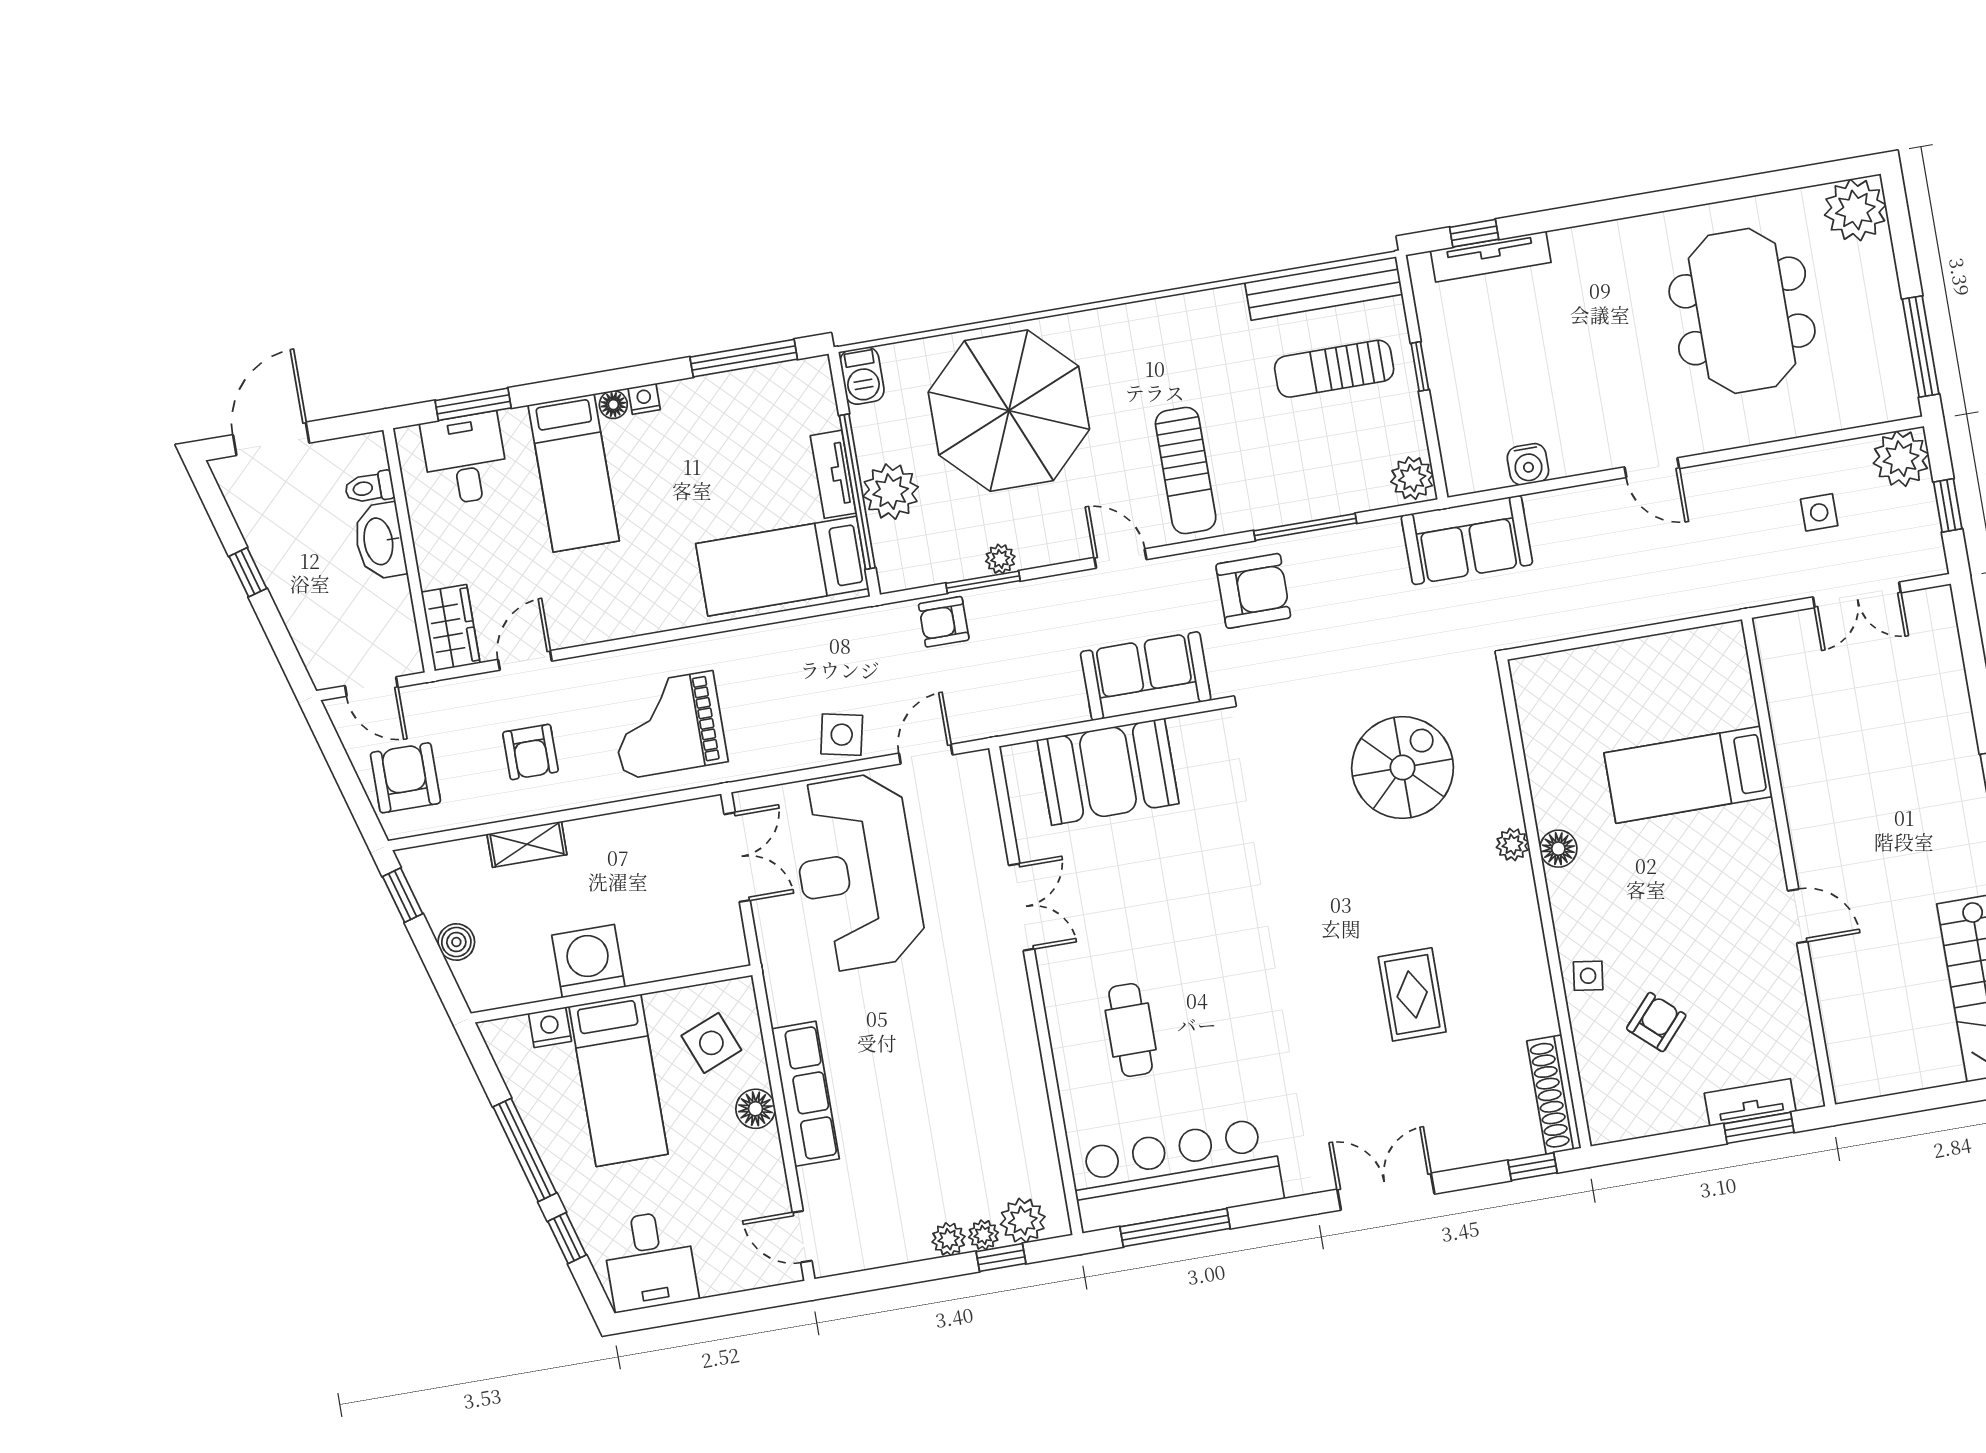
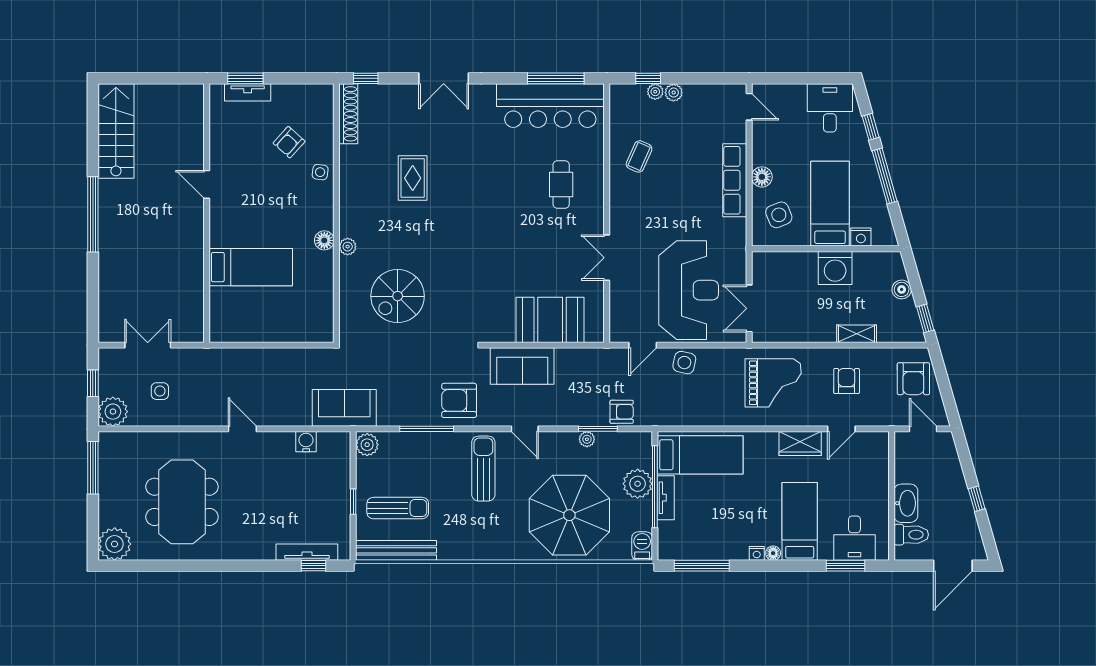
toilet: (369, 488) -> (911, 535), width x1.37, depth x1.39
wardrobe: (451, 628) -> (800, 444), moved, turned -90
coffee table: (993, 1108) -> (639, 156), added
plant: (1023, 1221) -> (634, 96), removed

